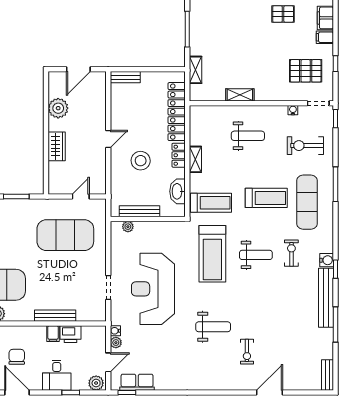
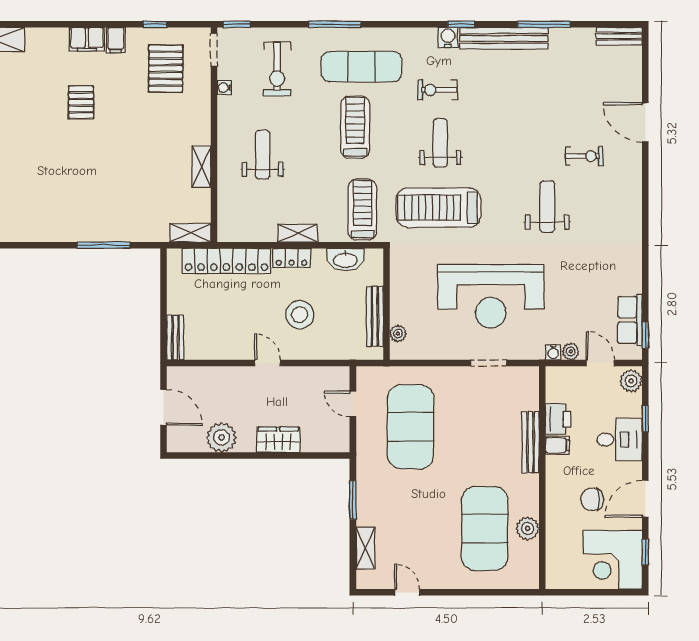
shelving: (196, 70) -> (190, 233), moved
treadmill: (212, 254) -> (438, 208), turned 180

